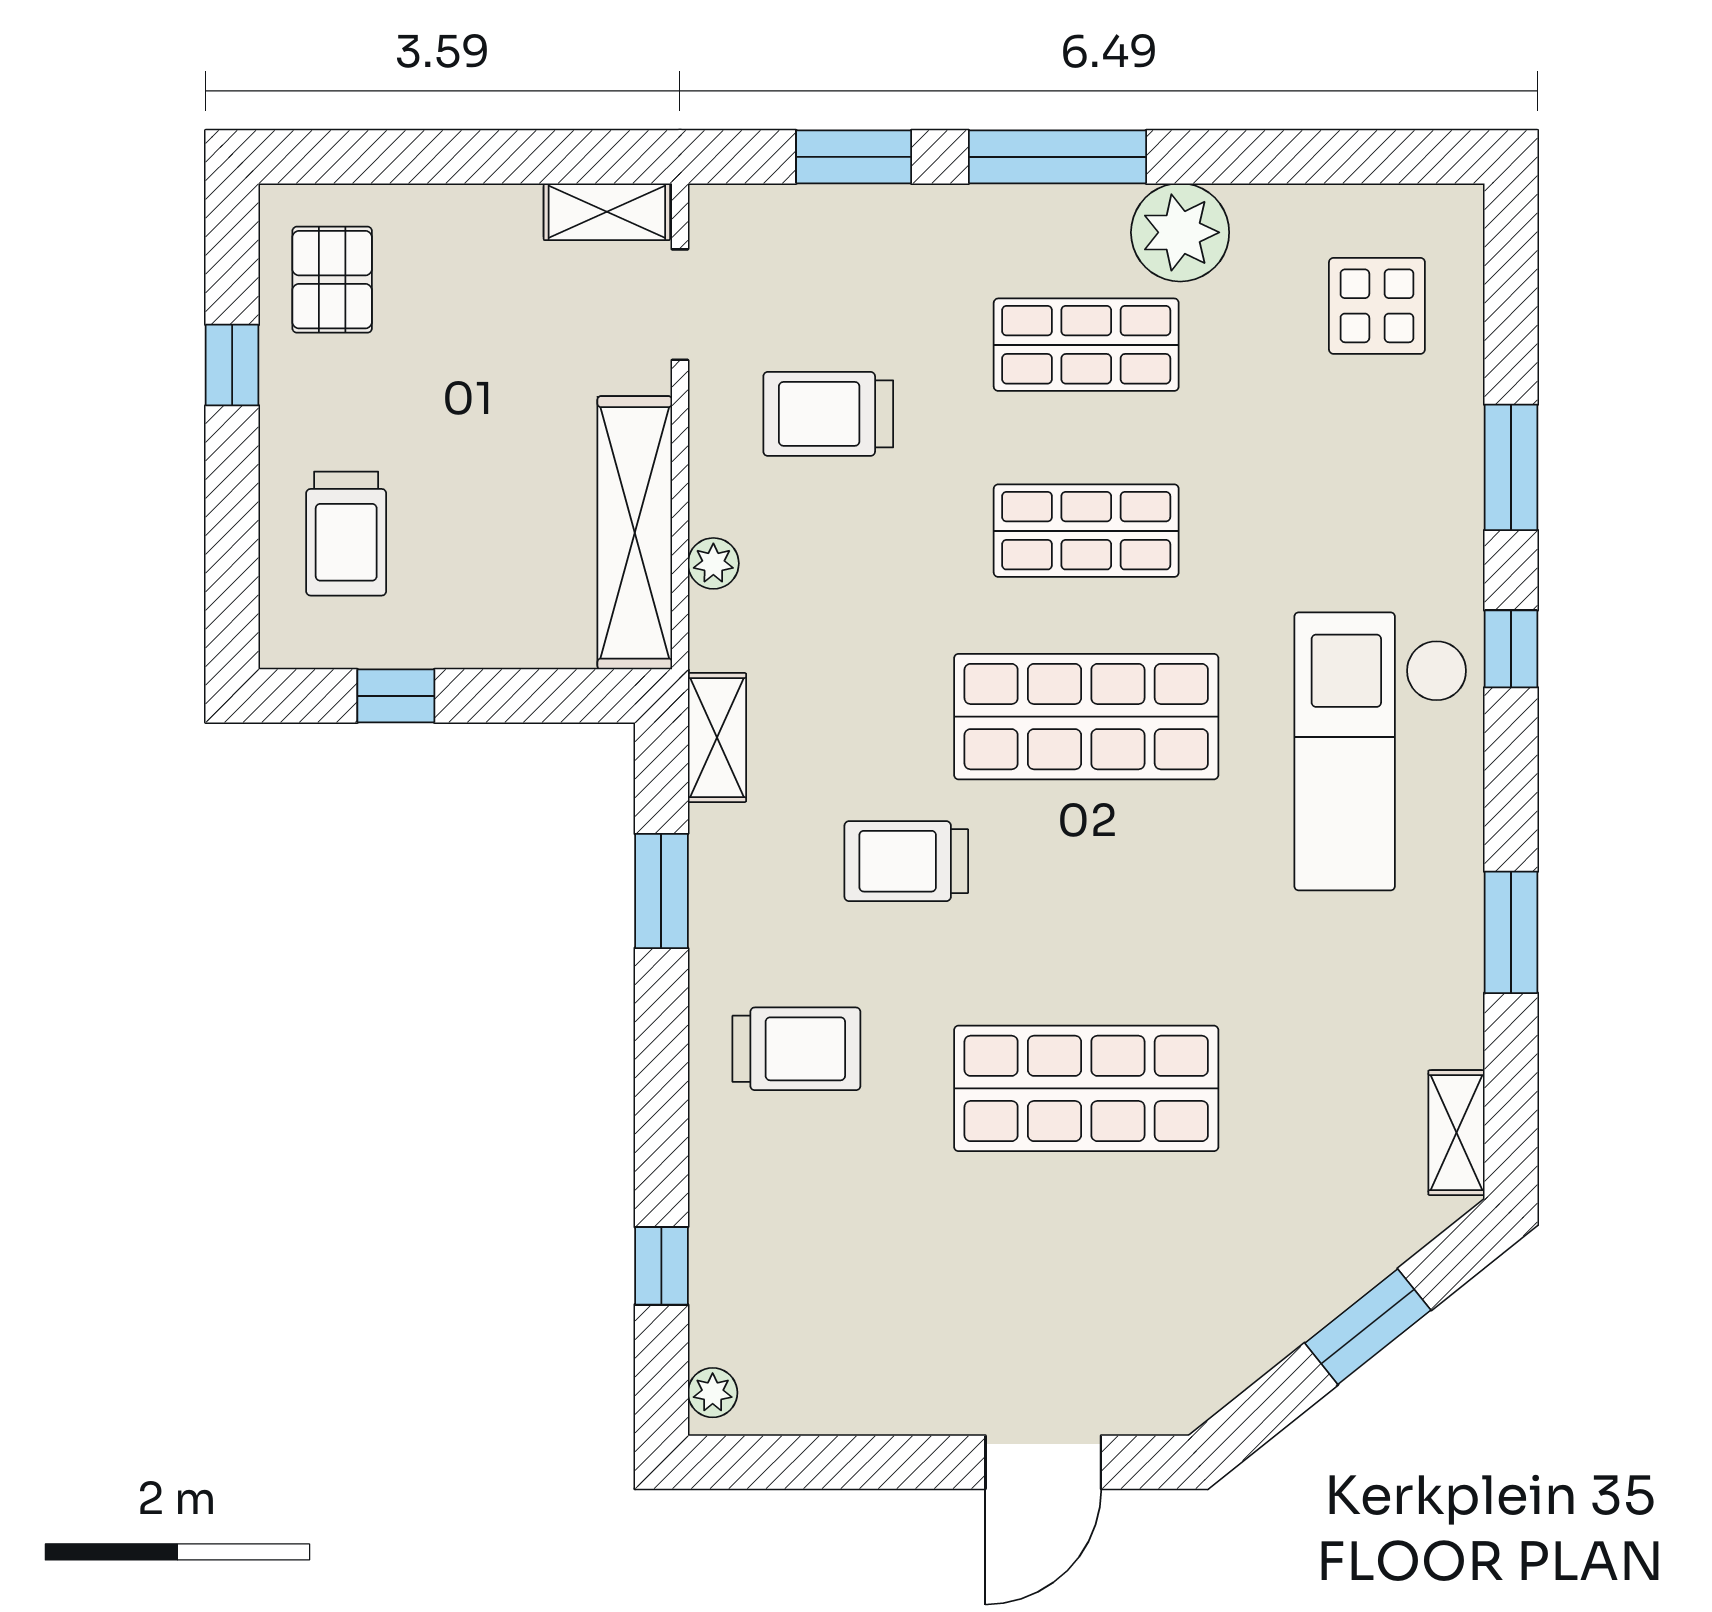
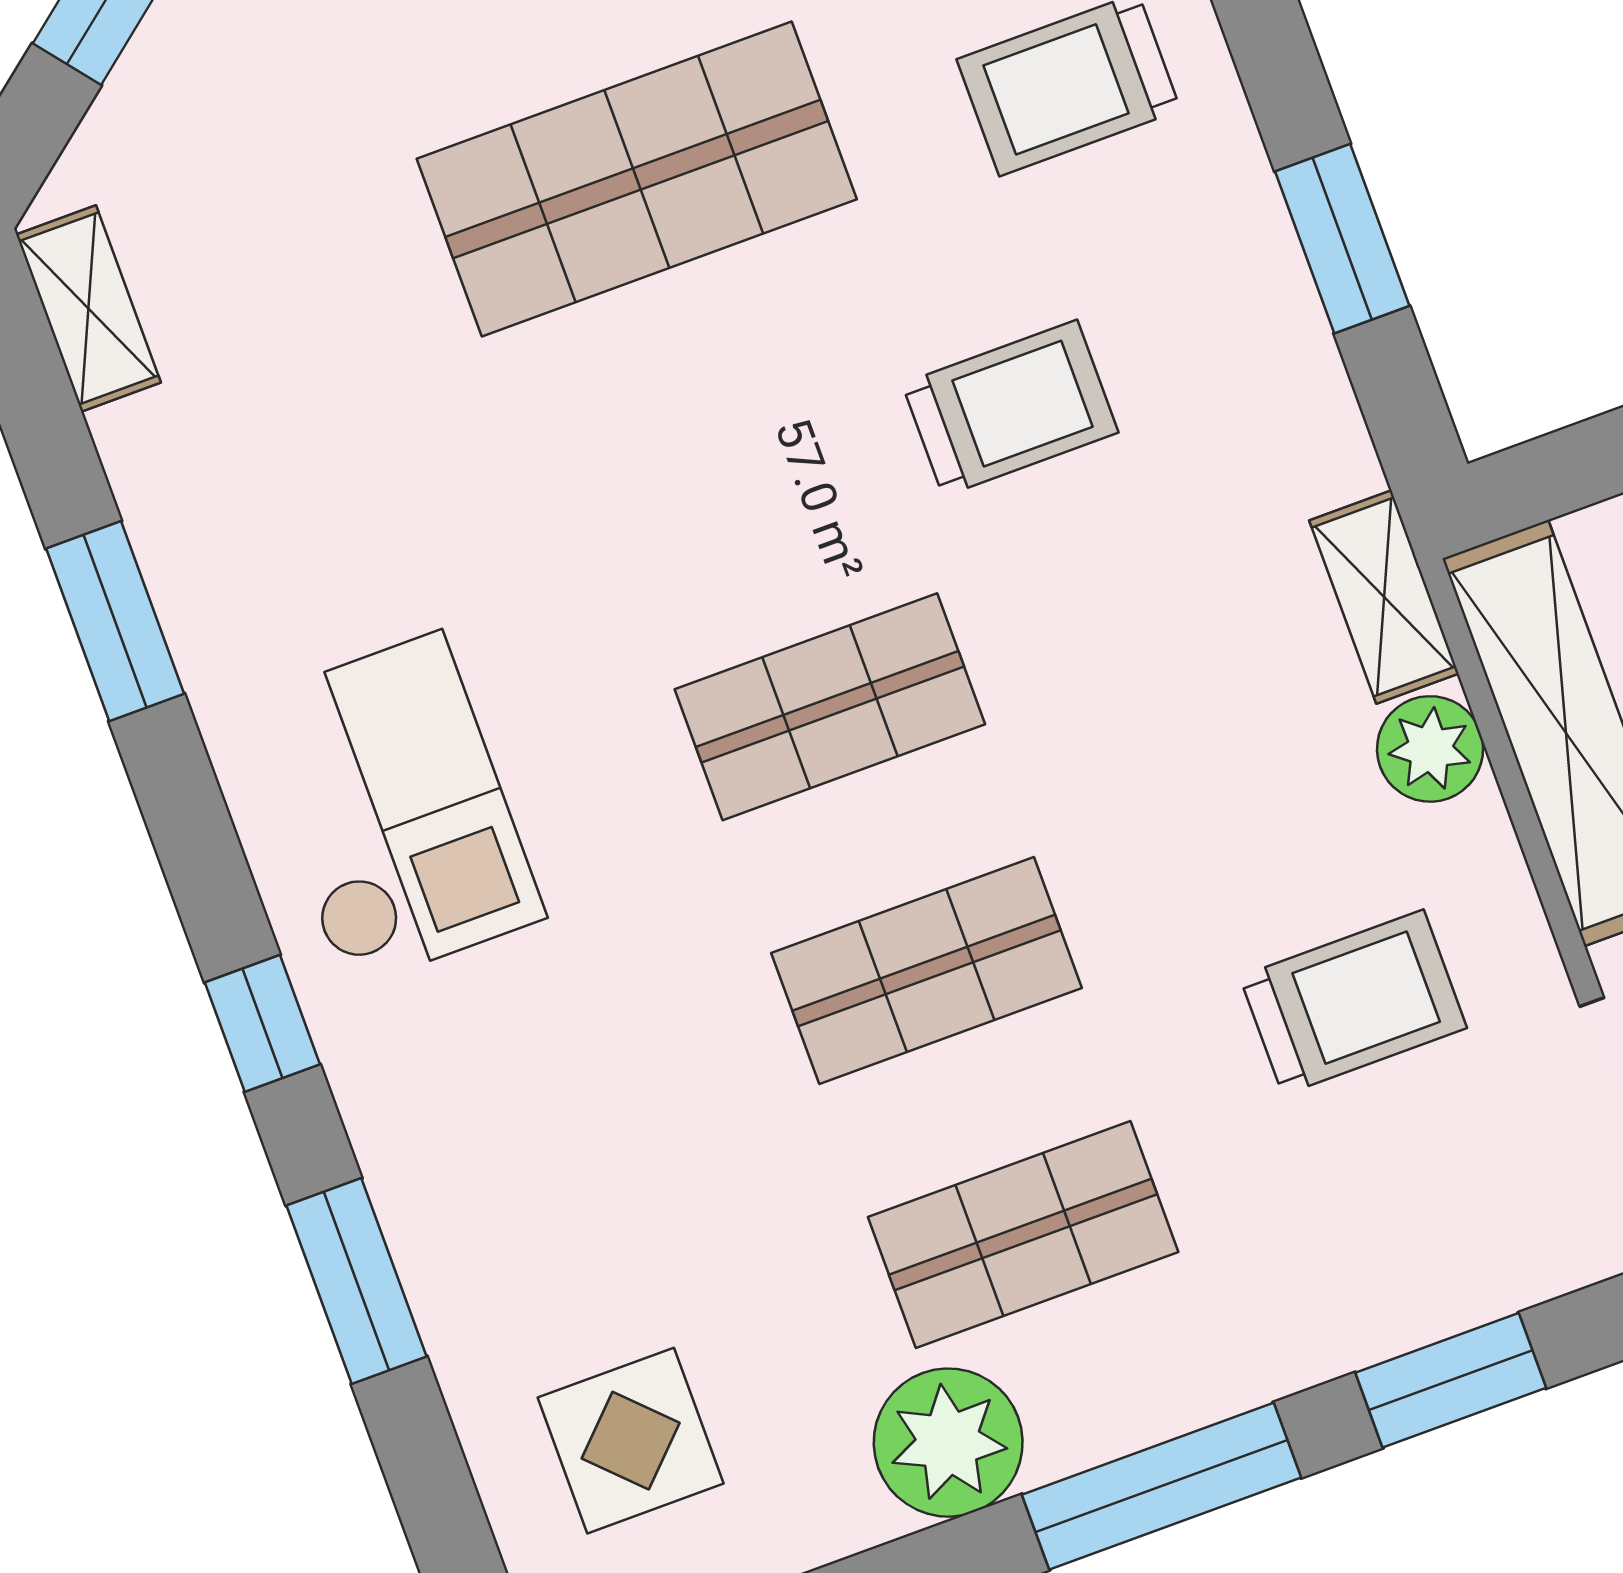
plant: (713, 563) -> (1430, 749), width x1.38, depth x1.38
shop shelf: (1086, 717) -> (830, 707), width x0.70, depth x0.74
shelving: (717, 738) -> (1384, 597), moved
checkout: (1381, 751) -> (393, 810), width x0.73, depth x0.83

